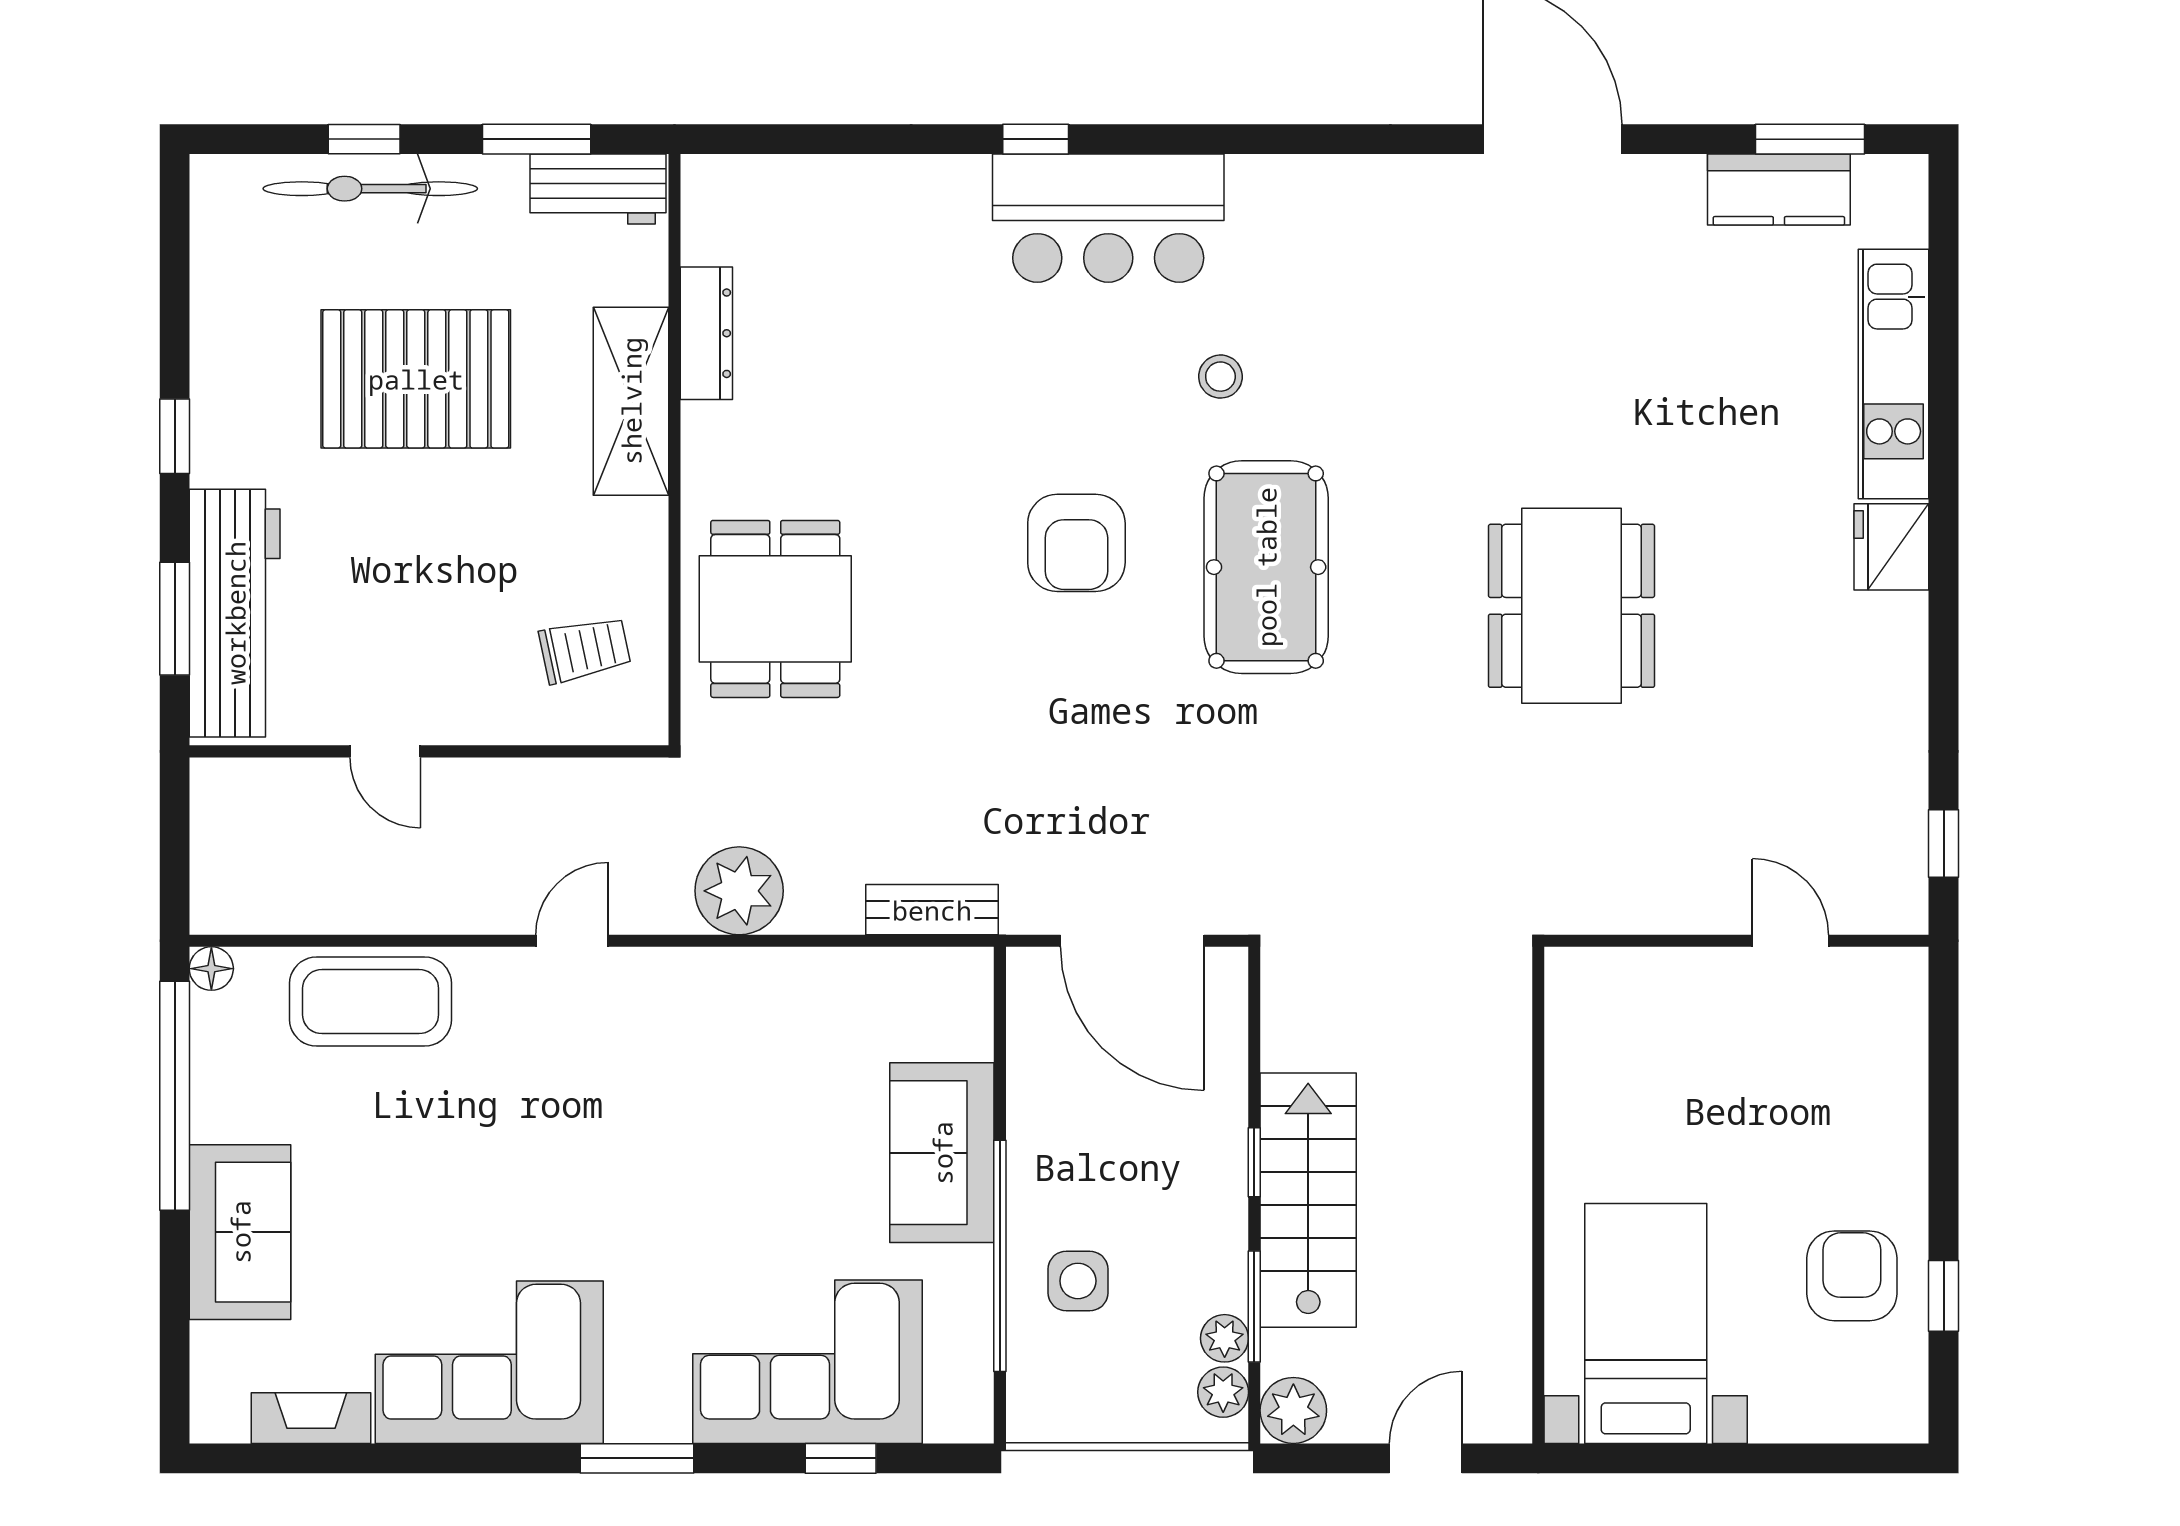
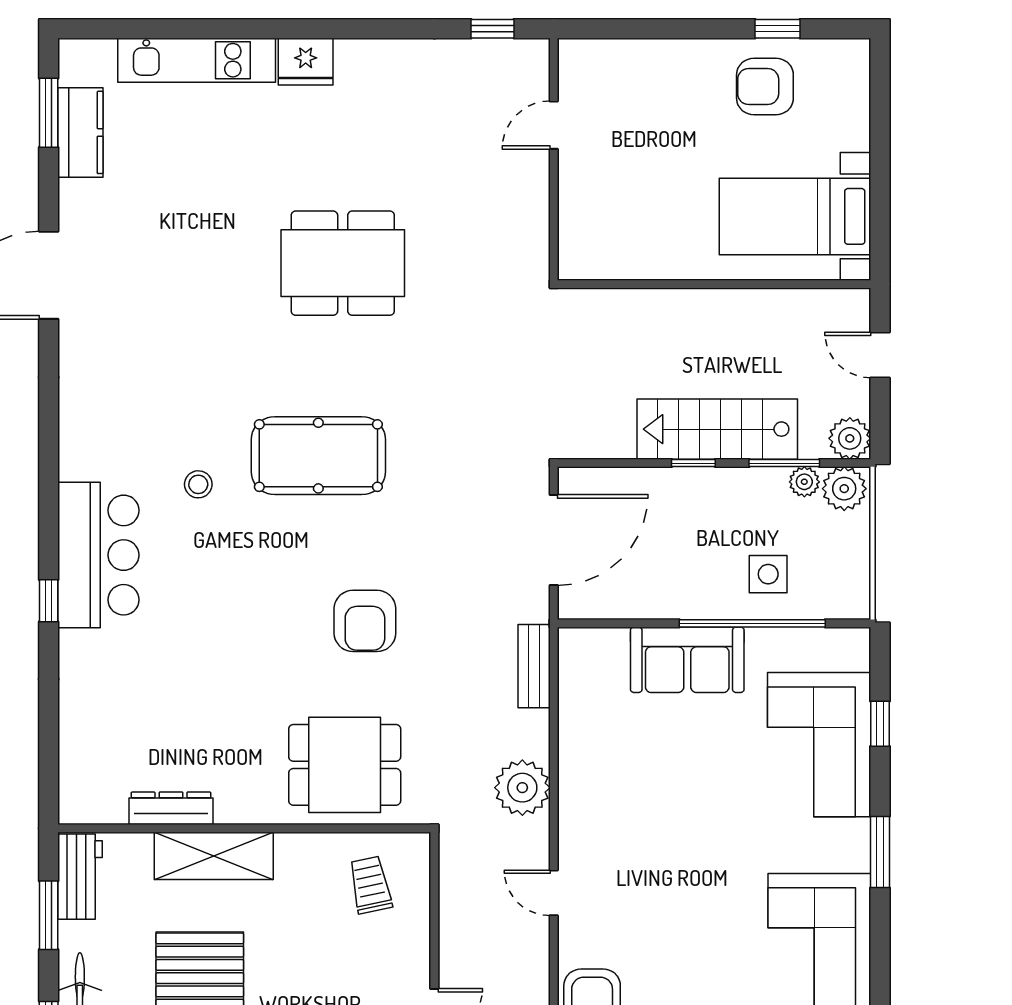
armchair: (1076, 543) -> (365, 621), moved, turned 90
plant: (1223, 1392) -> (844, 489), width x1.38, depth x1.38

